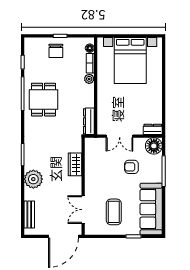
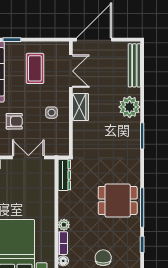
dining table: (43, 100) -> (118, 200), turned 90
wardrobe: (75, 164) -> (81, 107), moved
side table: (100, 174) -> (52, 113), added
bench: (29, 215) -> (134, 65), width x1.36

